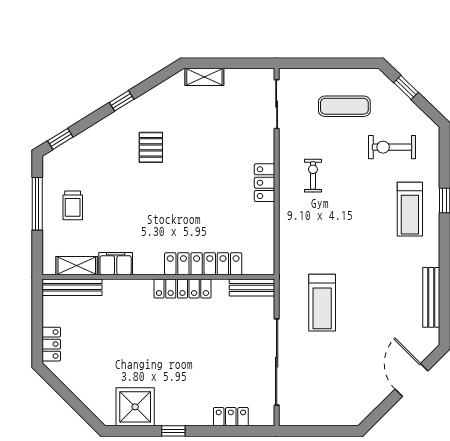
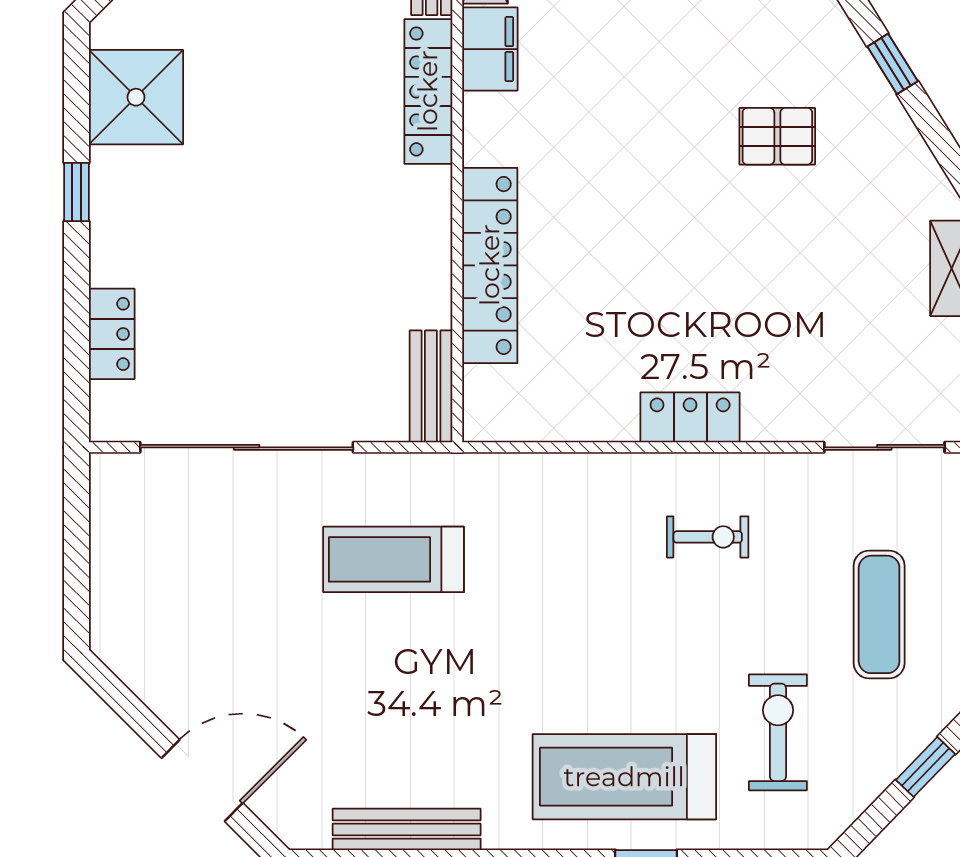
treadmill: (410, 209) -> (624, 777), width x1.37, depth x1.38
locker: (182, 289) -> (428, 91), moved

